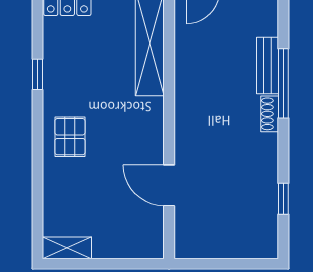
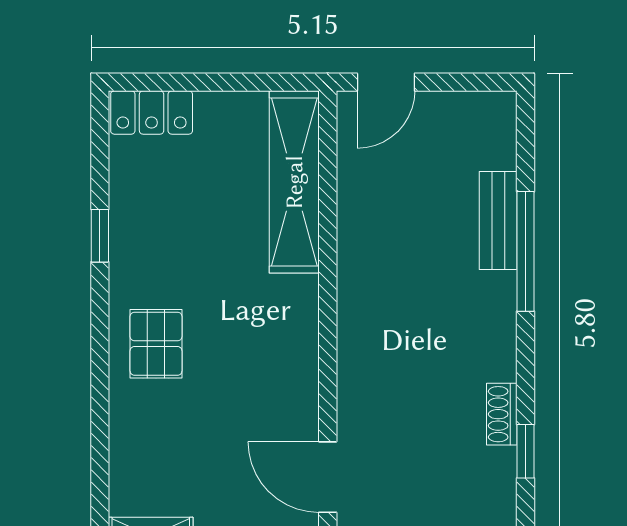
shoe rack: (270, 114) -> (502, 414), moved
door: (169, 185) -> (328, 477), moved

